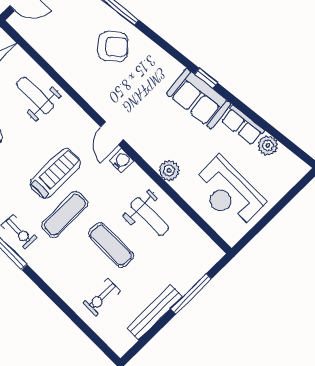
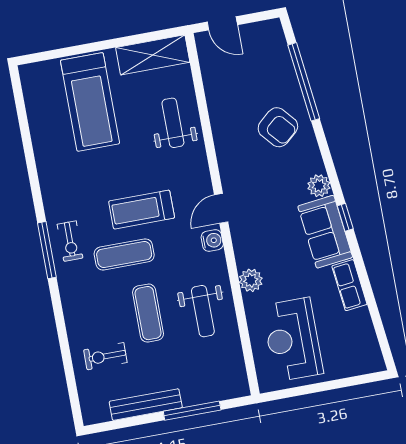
plant: (268, 145) -> (319, 186), moved
treadmill: (55, 173) -> (142, 210), turned 180

